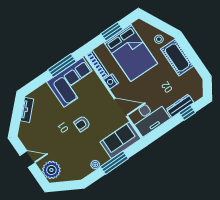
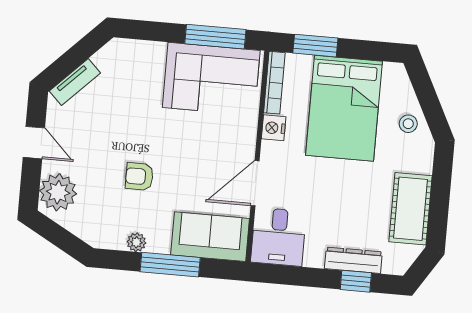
window: (112, 32) -> (315, 46), moved
cot: (177, 57) -> (411, 209), moved
door: (121, 107) -> (255, 183), swing flipped
tv unit: (27, 110) -> (75, 82), moved
desk: (149, 117) -> (278, 237), width x0.73
armchair: (82, 124) -> (139, 176), moved

